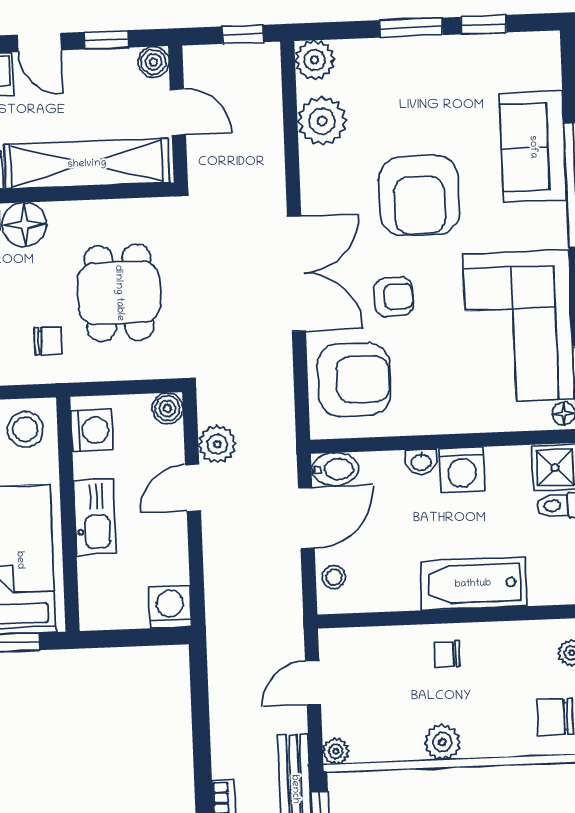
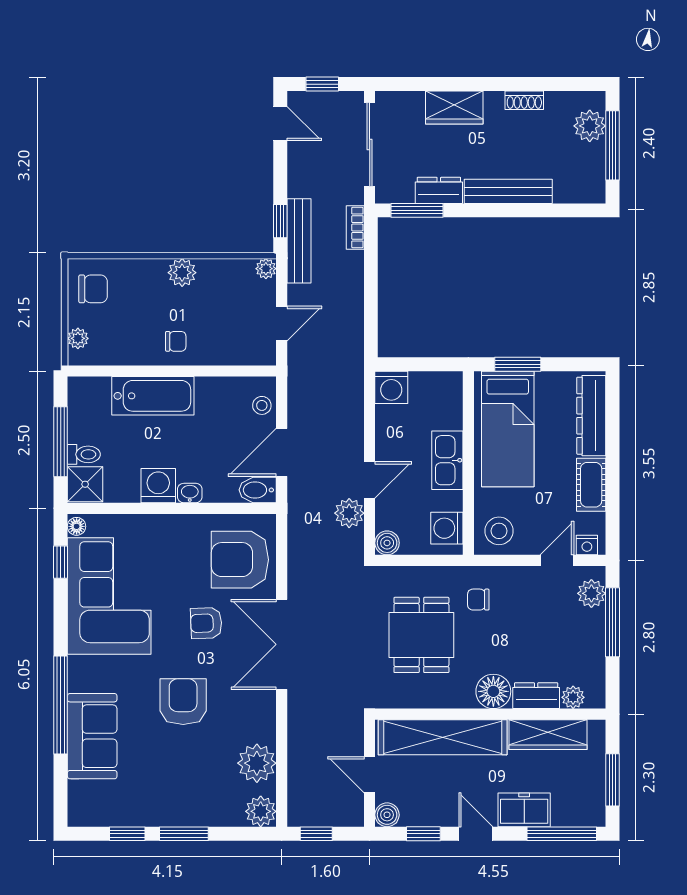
armchair: (419, 196) -> (183, 702), width x0.73, depth x0.73

